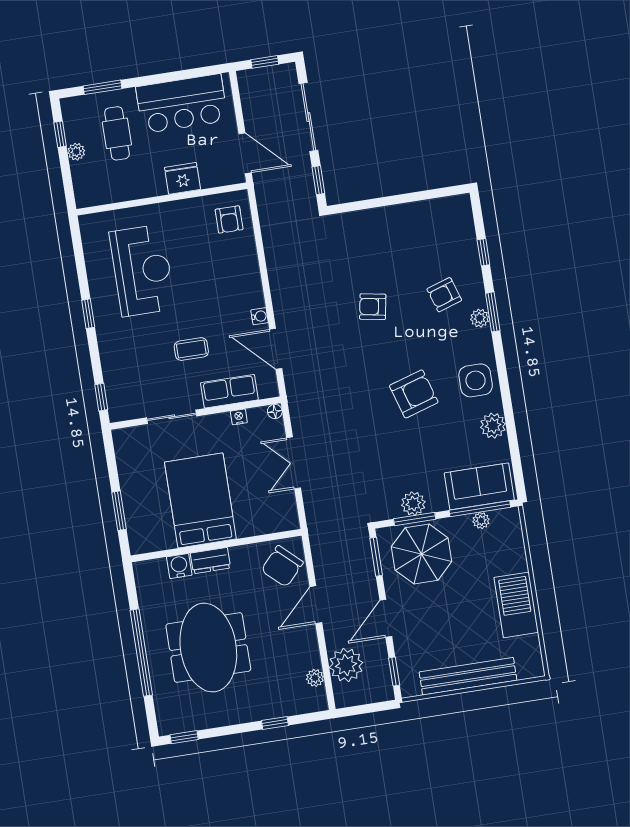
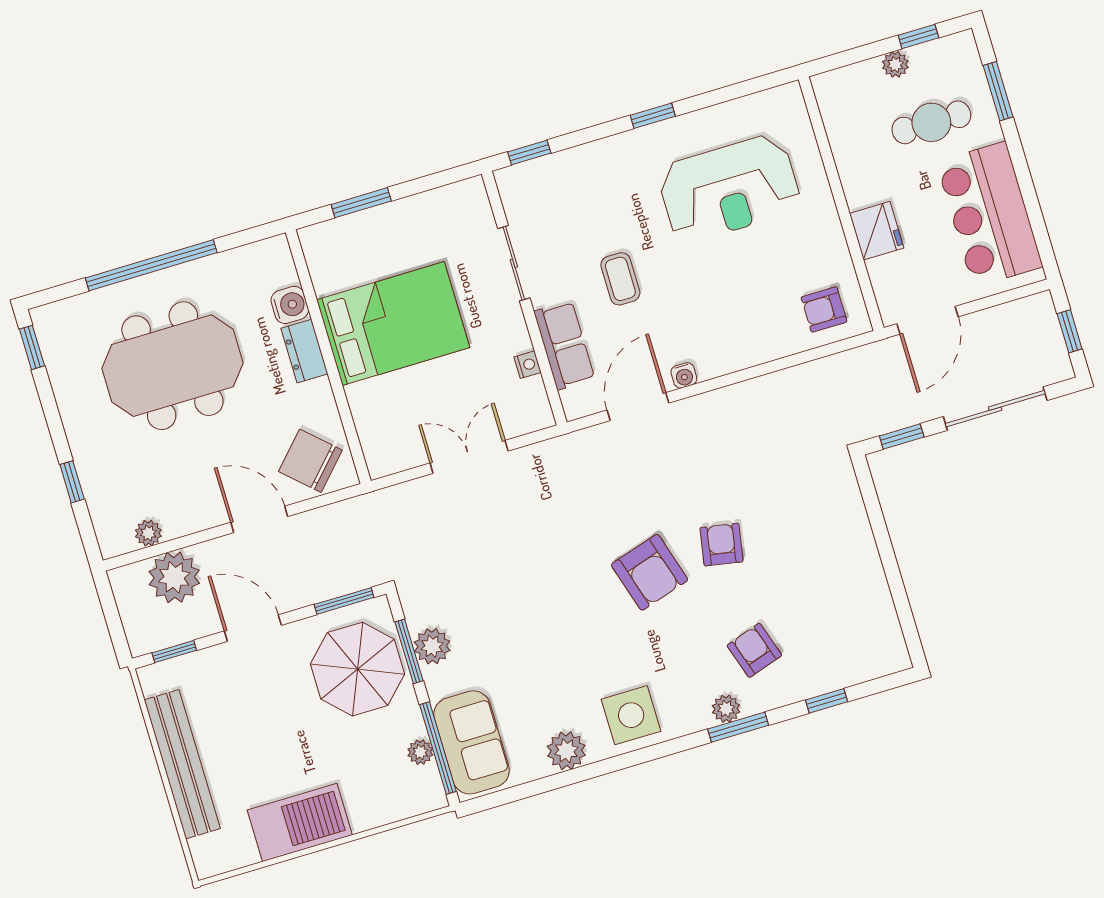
armchair: (414, 394) -> (650, 572), moved
floor lamp: (275, 411) -> (543, 418), removed

